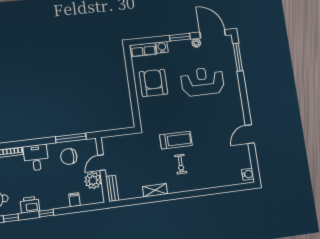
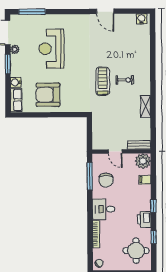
plant: (93, 180) -> (143, 161), moved

